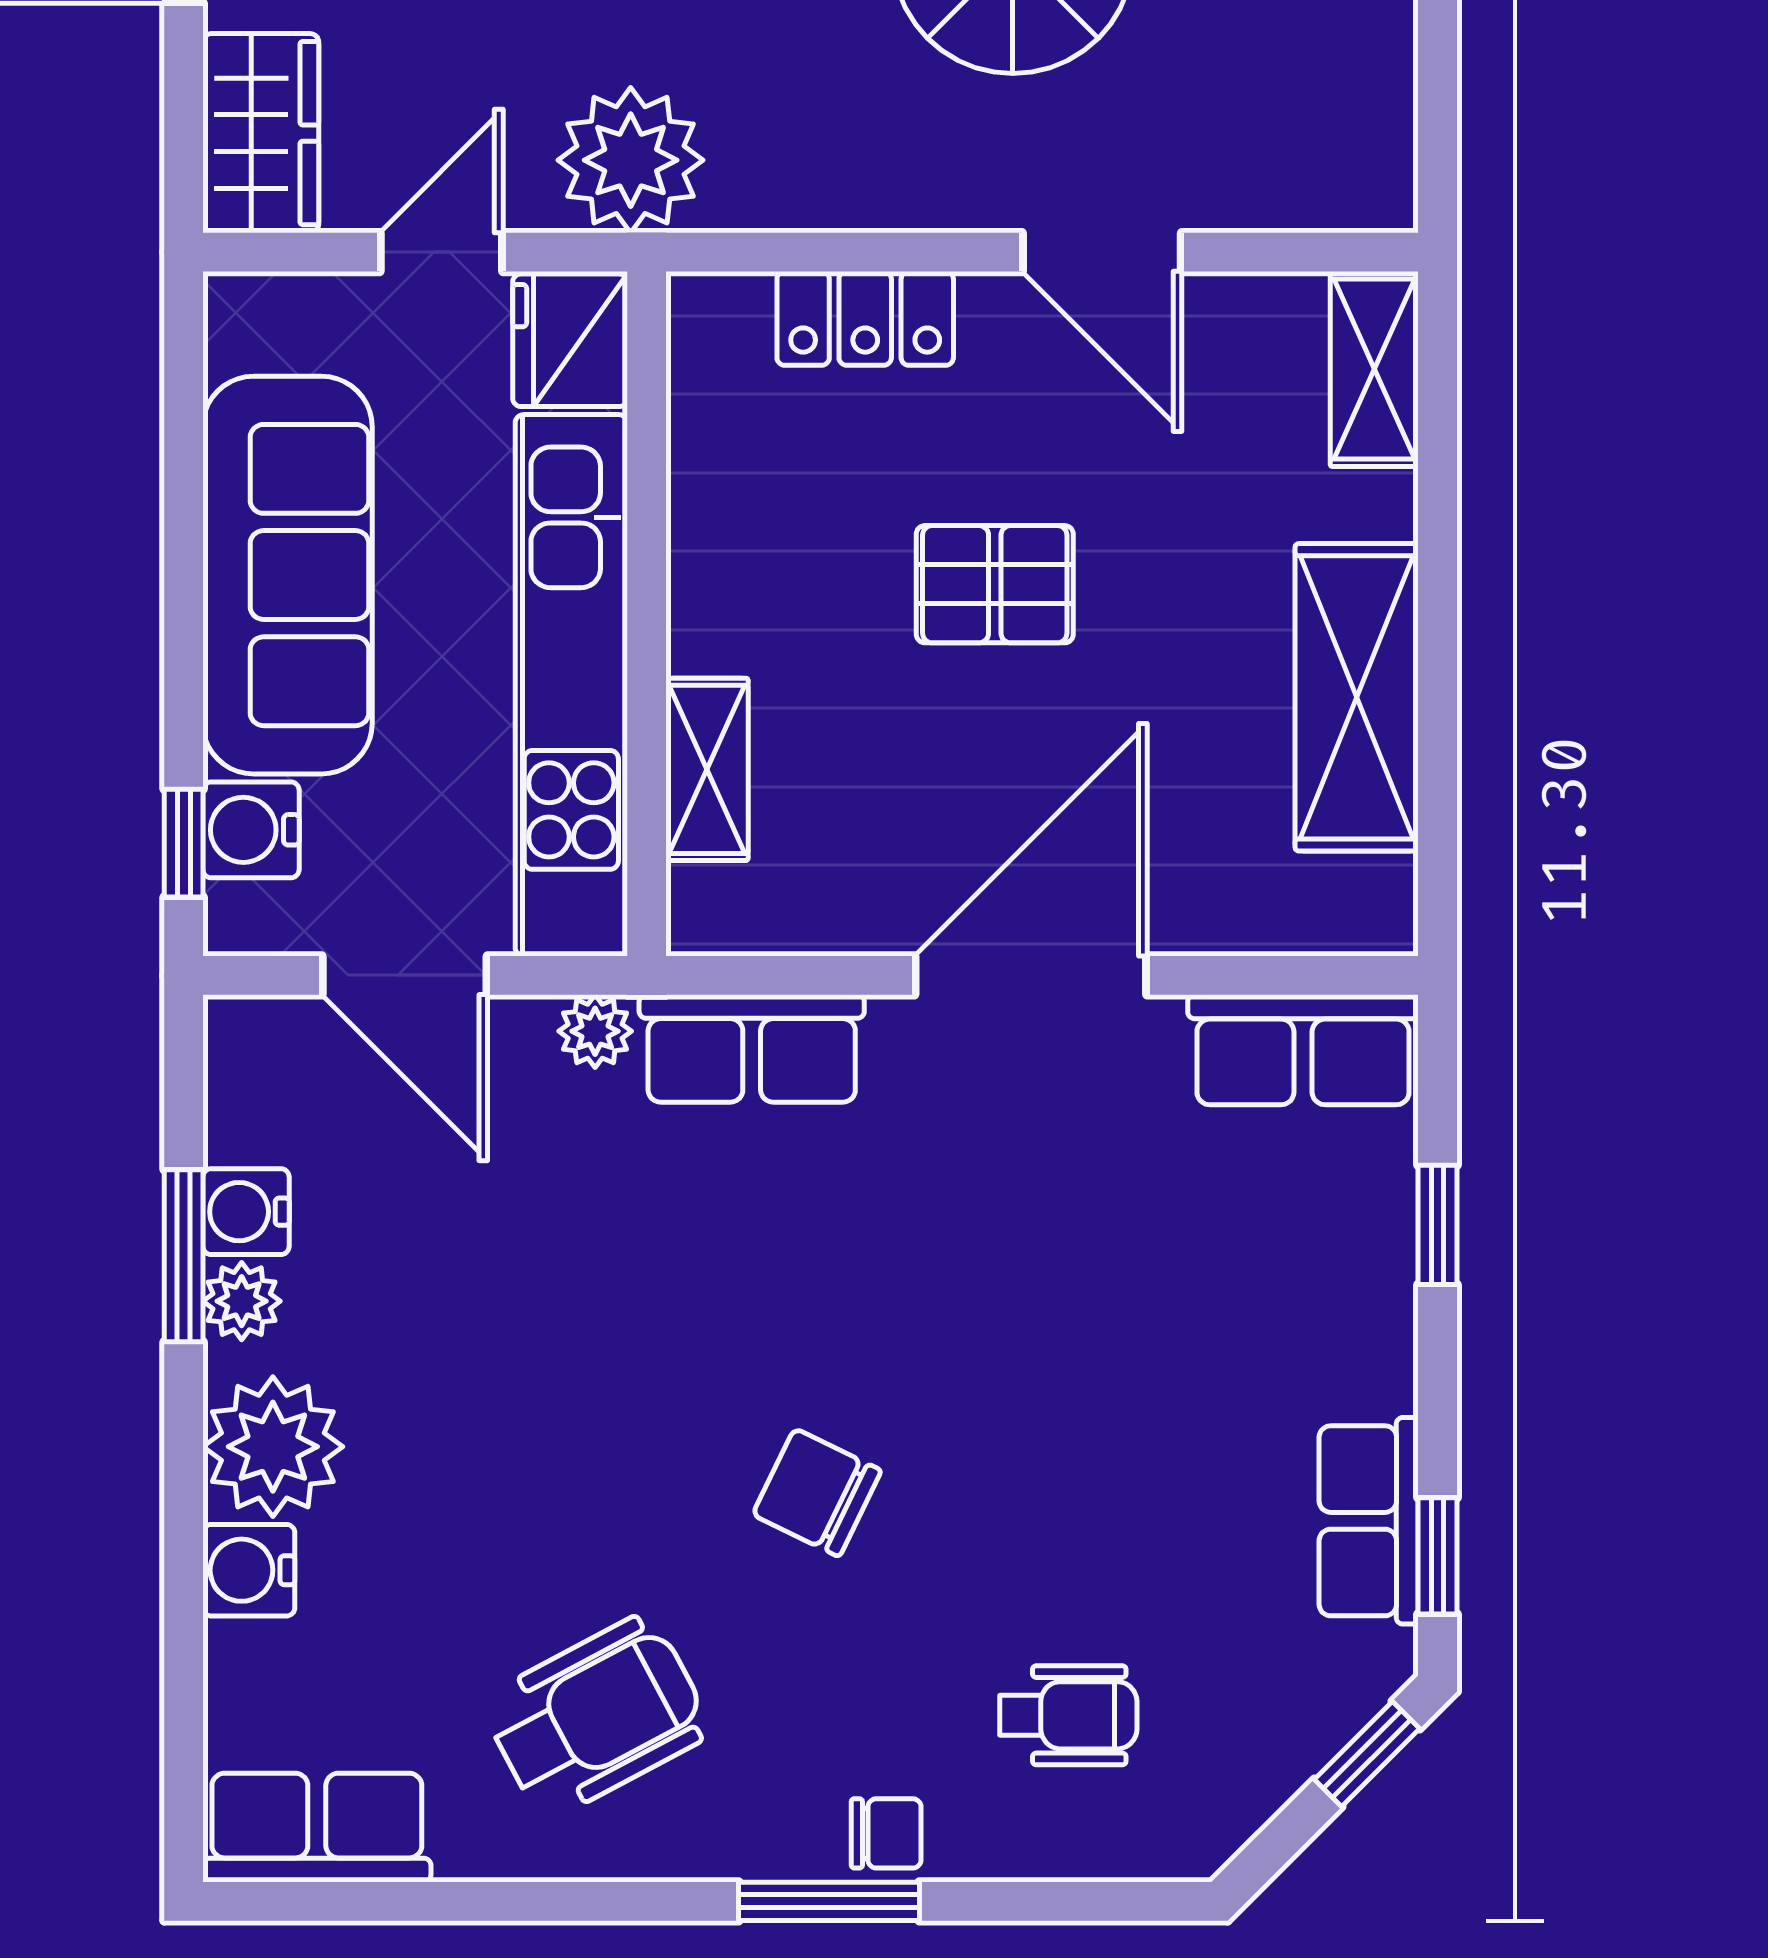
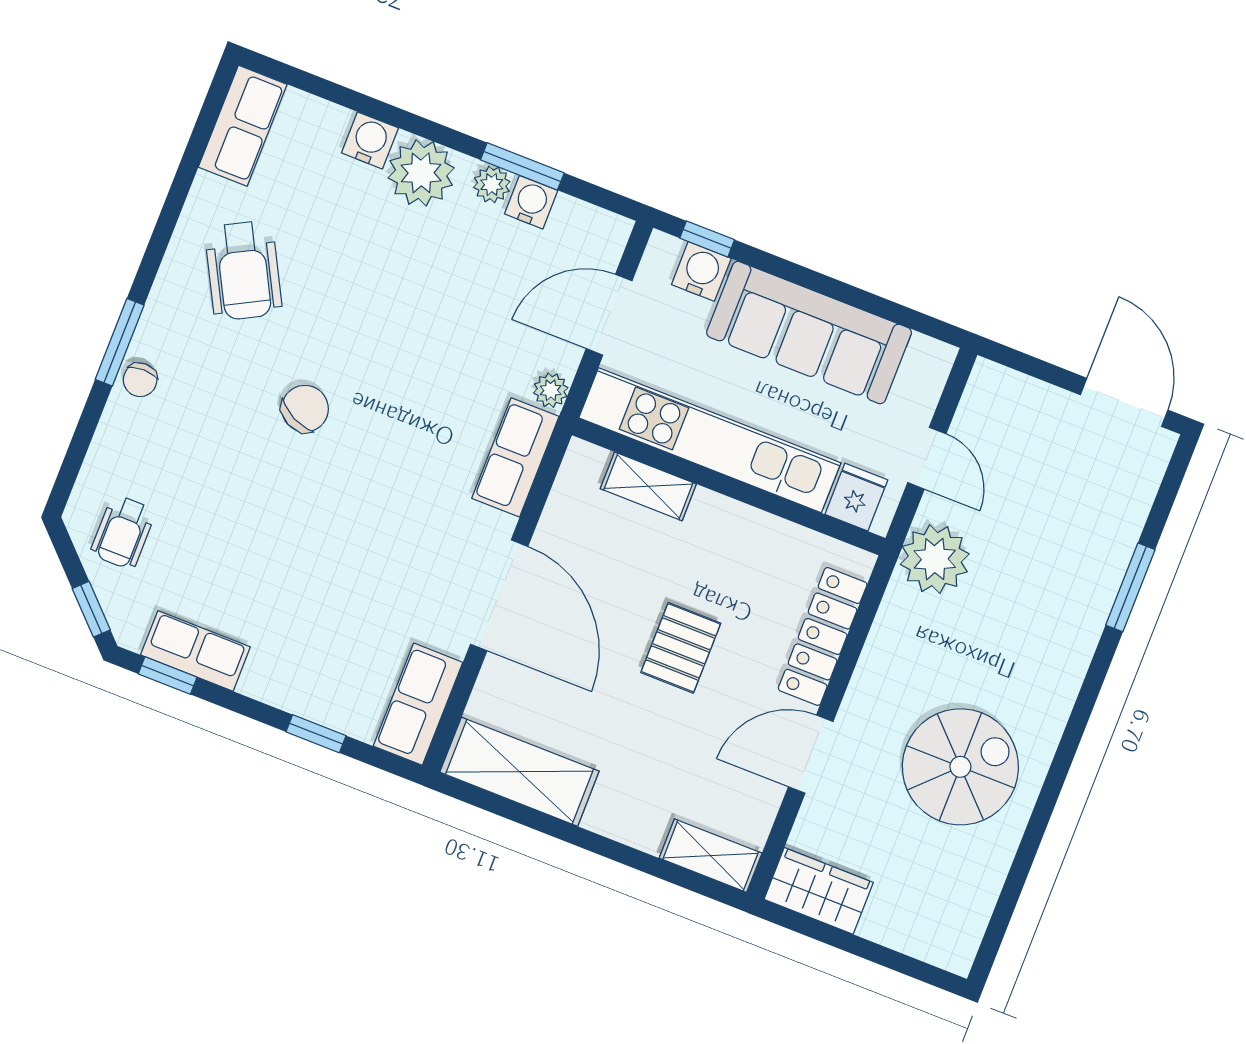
wardrobe: (261, 133) -> (819, 891), moved, turned 180
locker: (865, 318) -> (823, 636), width x1.53
fridge: (570, 340) -> (856, 497), width x0.72
shelving: (1357, 697) -> (519, 772), moved
wheelchair: (1068, 1715) -> (123, 532), moved

